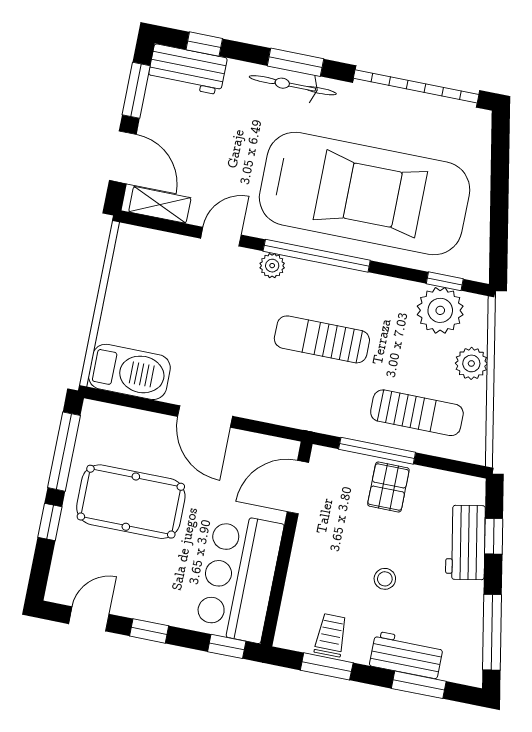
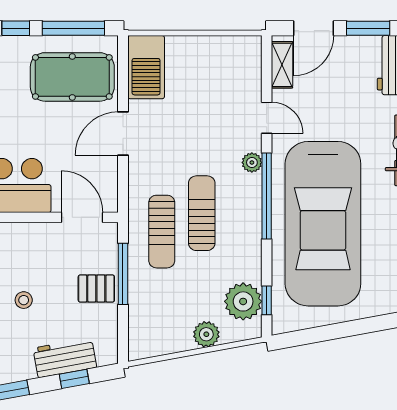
sun lounger: (417, 413) -> (162, 232), moved
pool table: (131, 502) -> (72, 77), moved, turned 90

